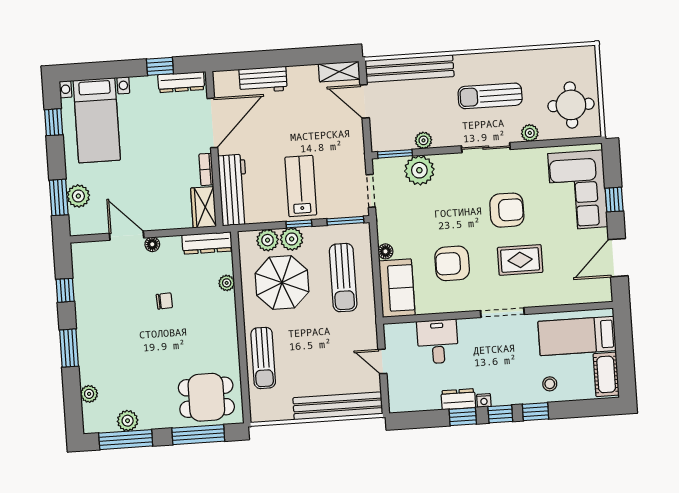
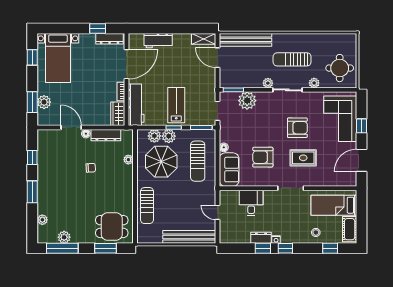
plant: (423, 140) -> (268, 83), moved
dresser: (207, 243) -> (106, 135), moved
window: (535, 412) -> (330, 248), moved
window: (198, 435) -> (105, 248), width x0.69

